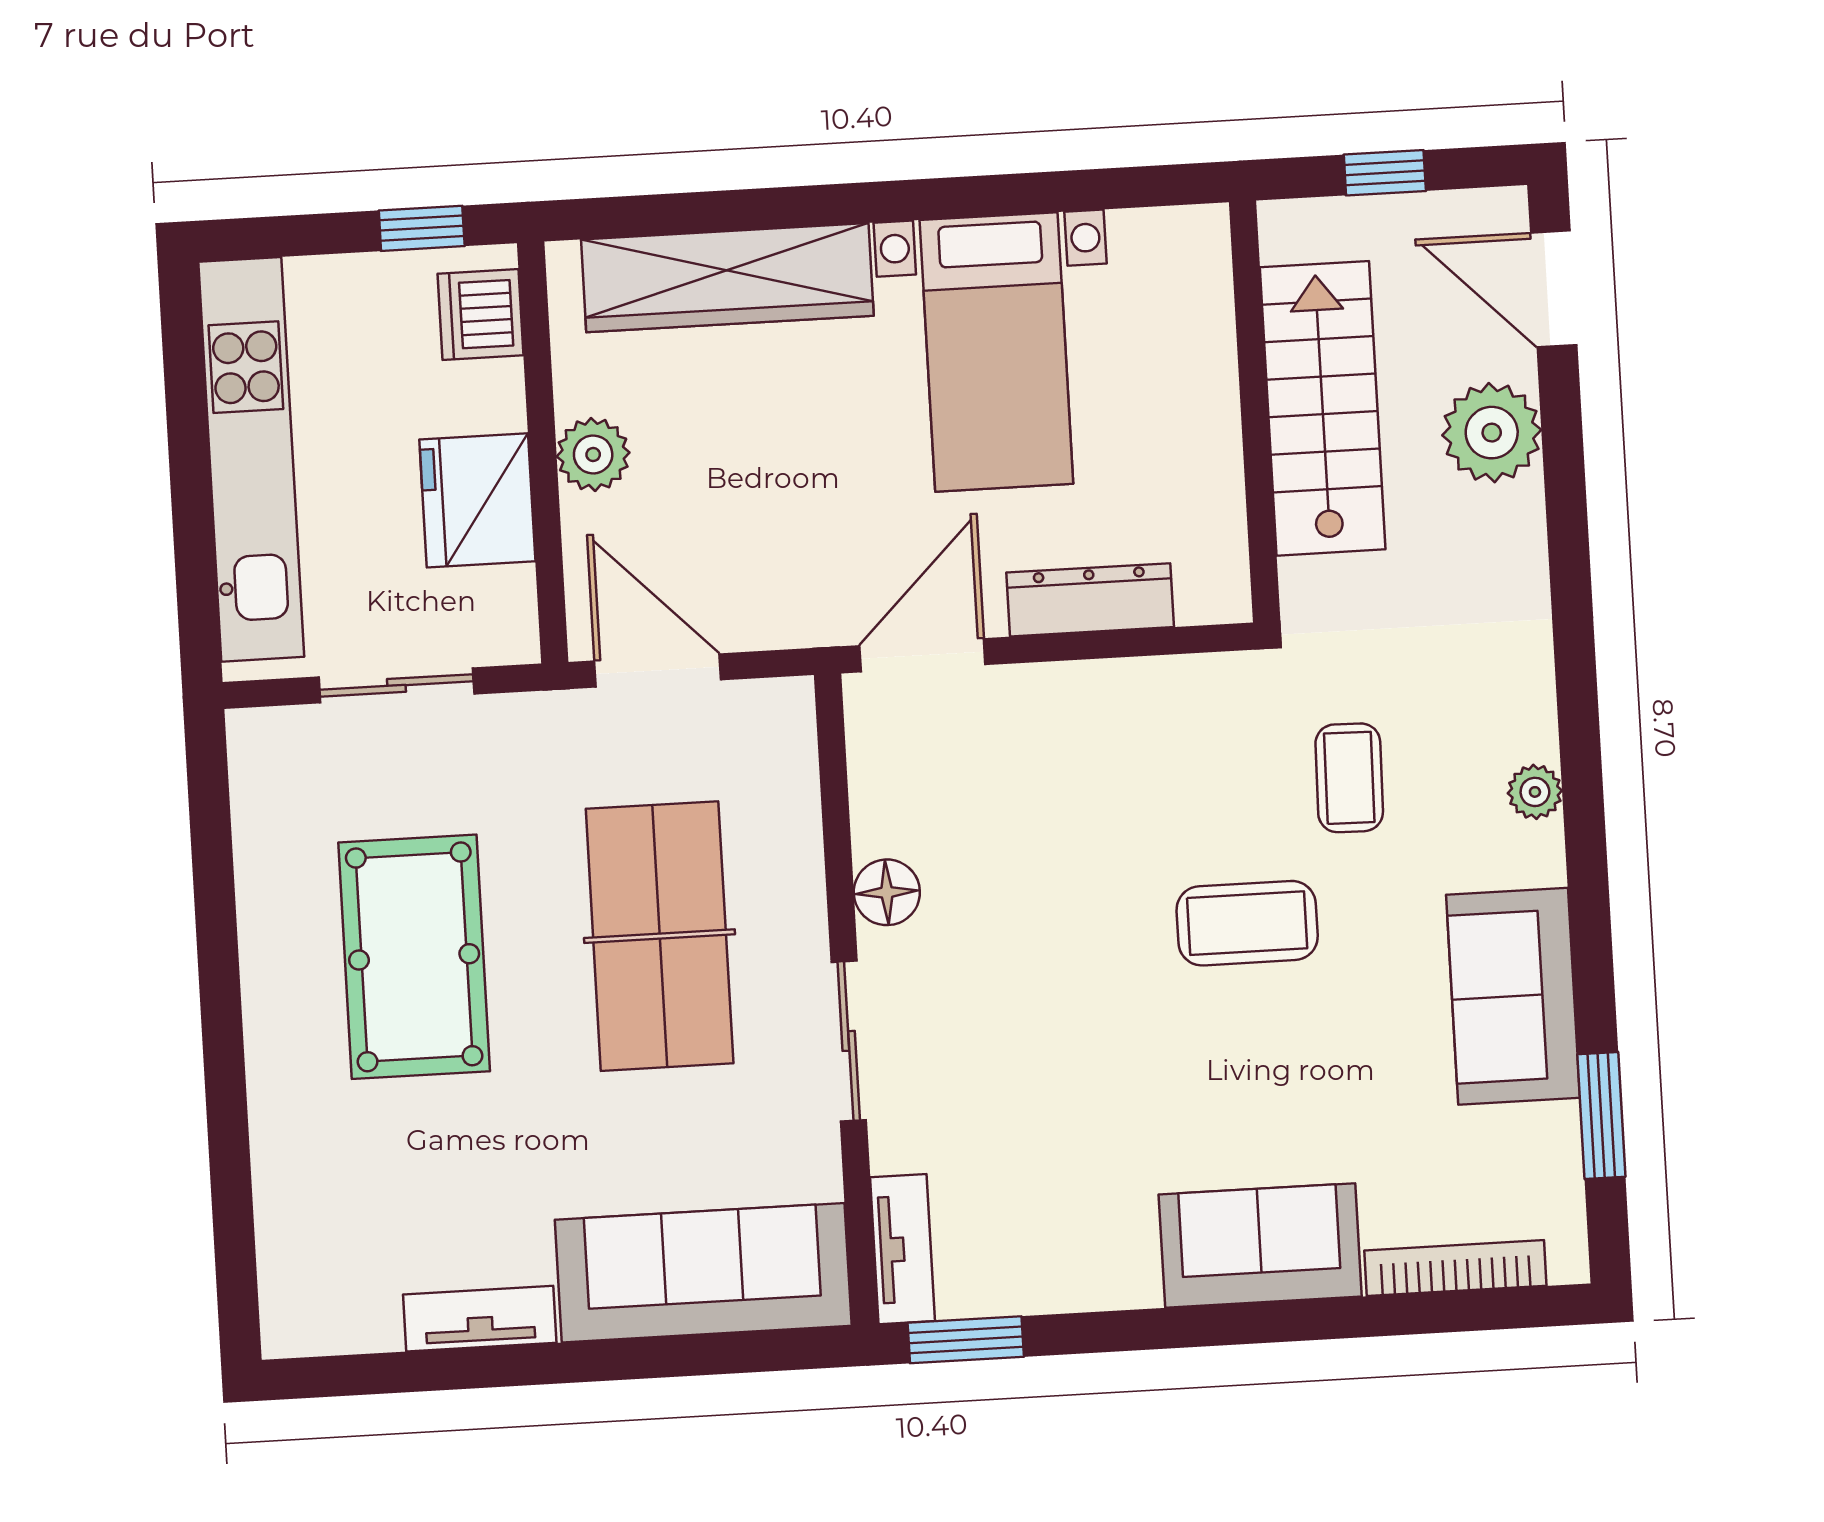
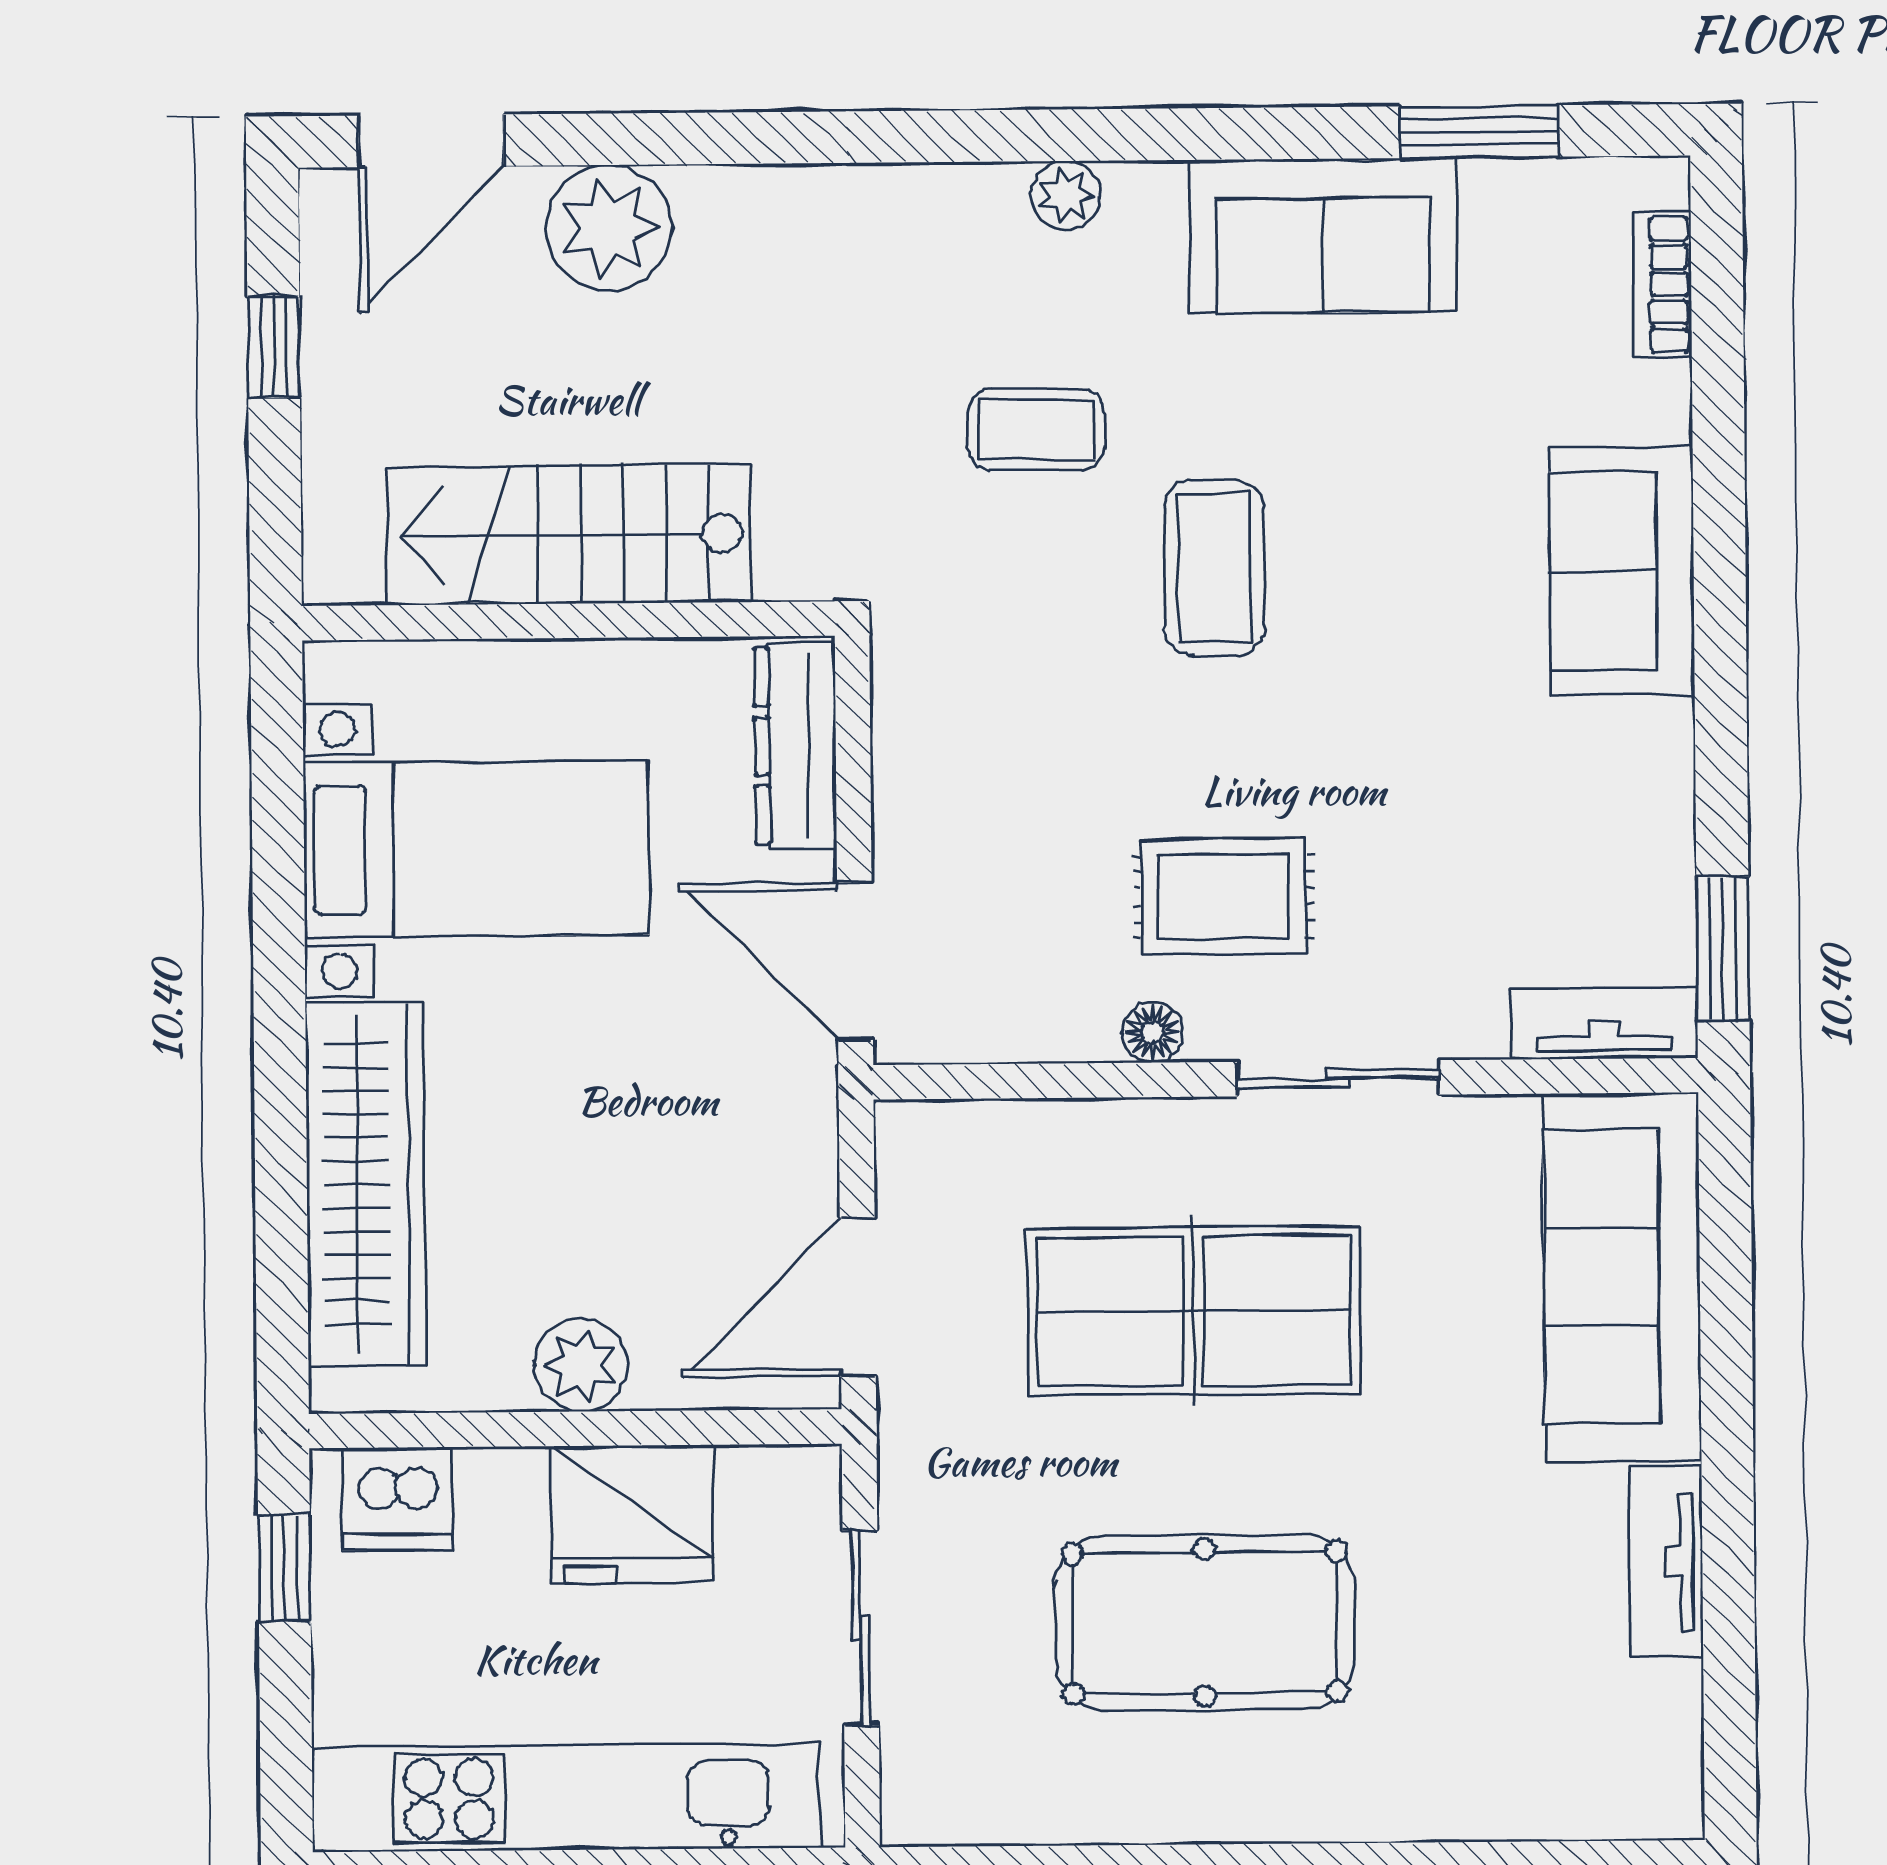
stairs: (1323, 408) -> (568, 535), moved
wall: (1255, 412) -> (568, 621), moved
floor lamp: (887, 892) -> (1153, 1032), width x0.73, depth x0.73
rug: (988, 944) -> (1224, 896), added
bookcase: (1455, 1268) -> (1662, 285), width x0.64

